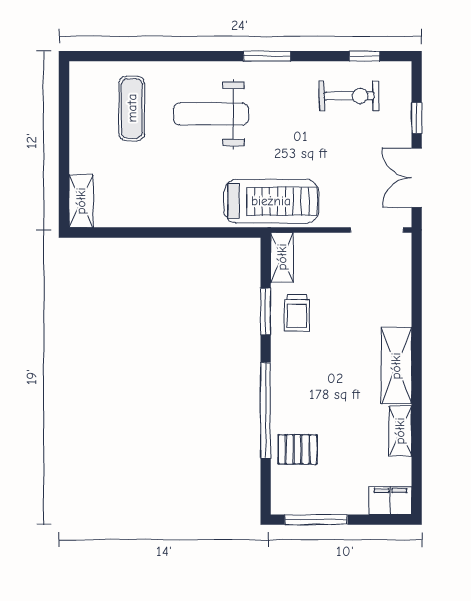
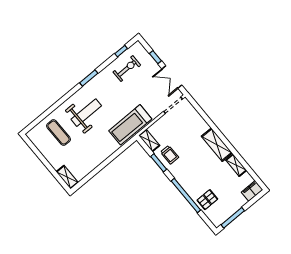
weight bench: (211, 114) -> (86, 113), turned 180
treadmill: (271, 201) -> (130, 125), turned 180

